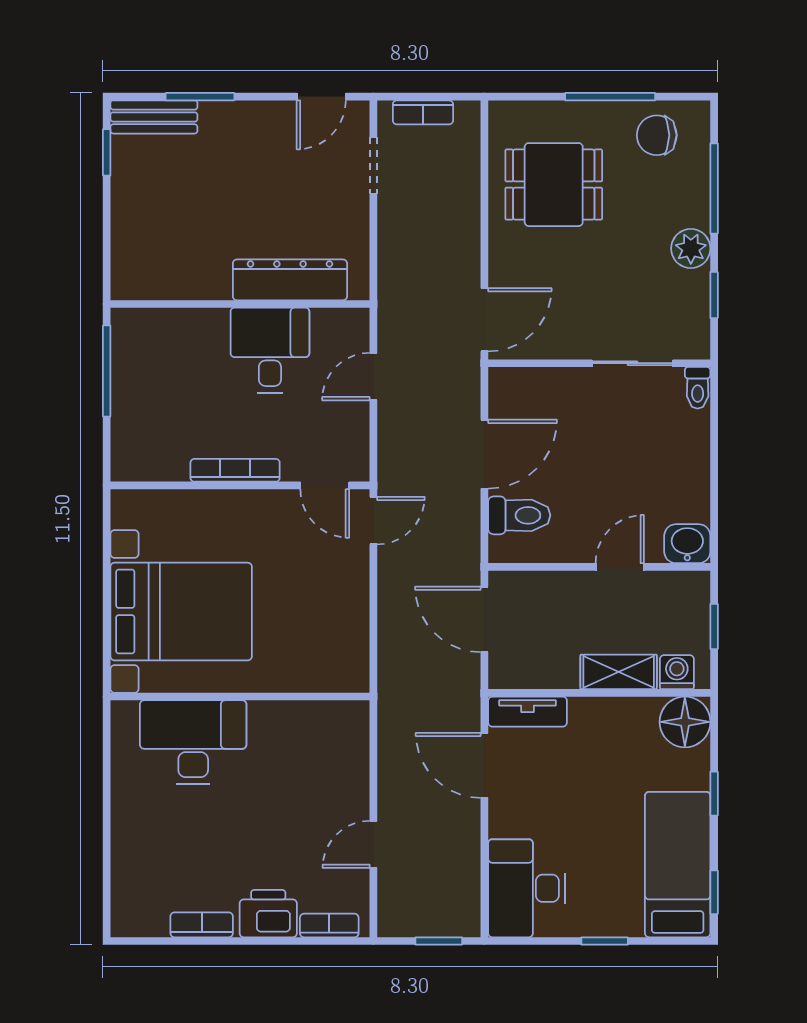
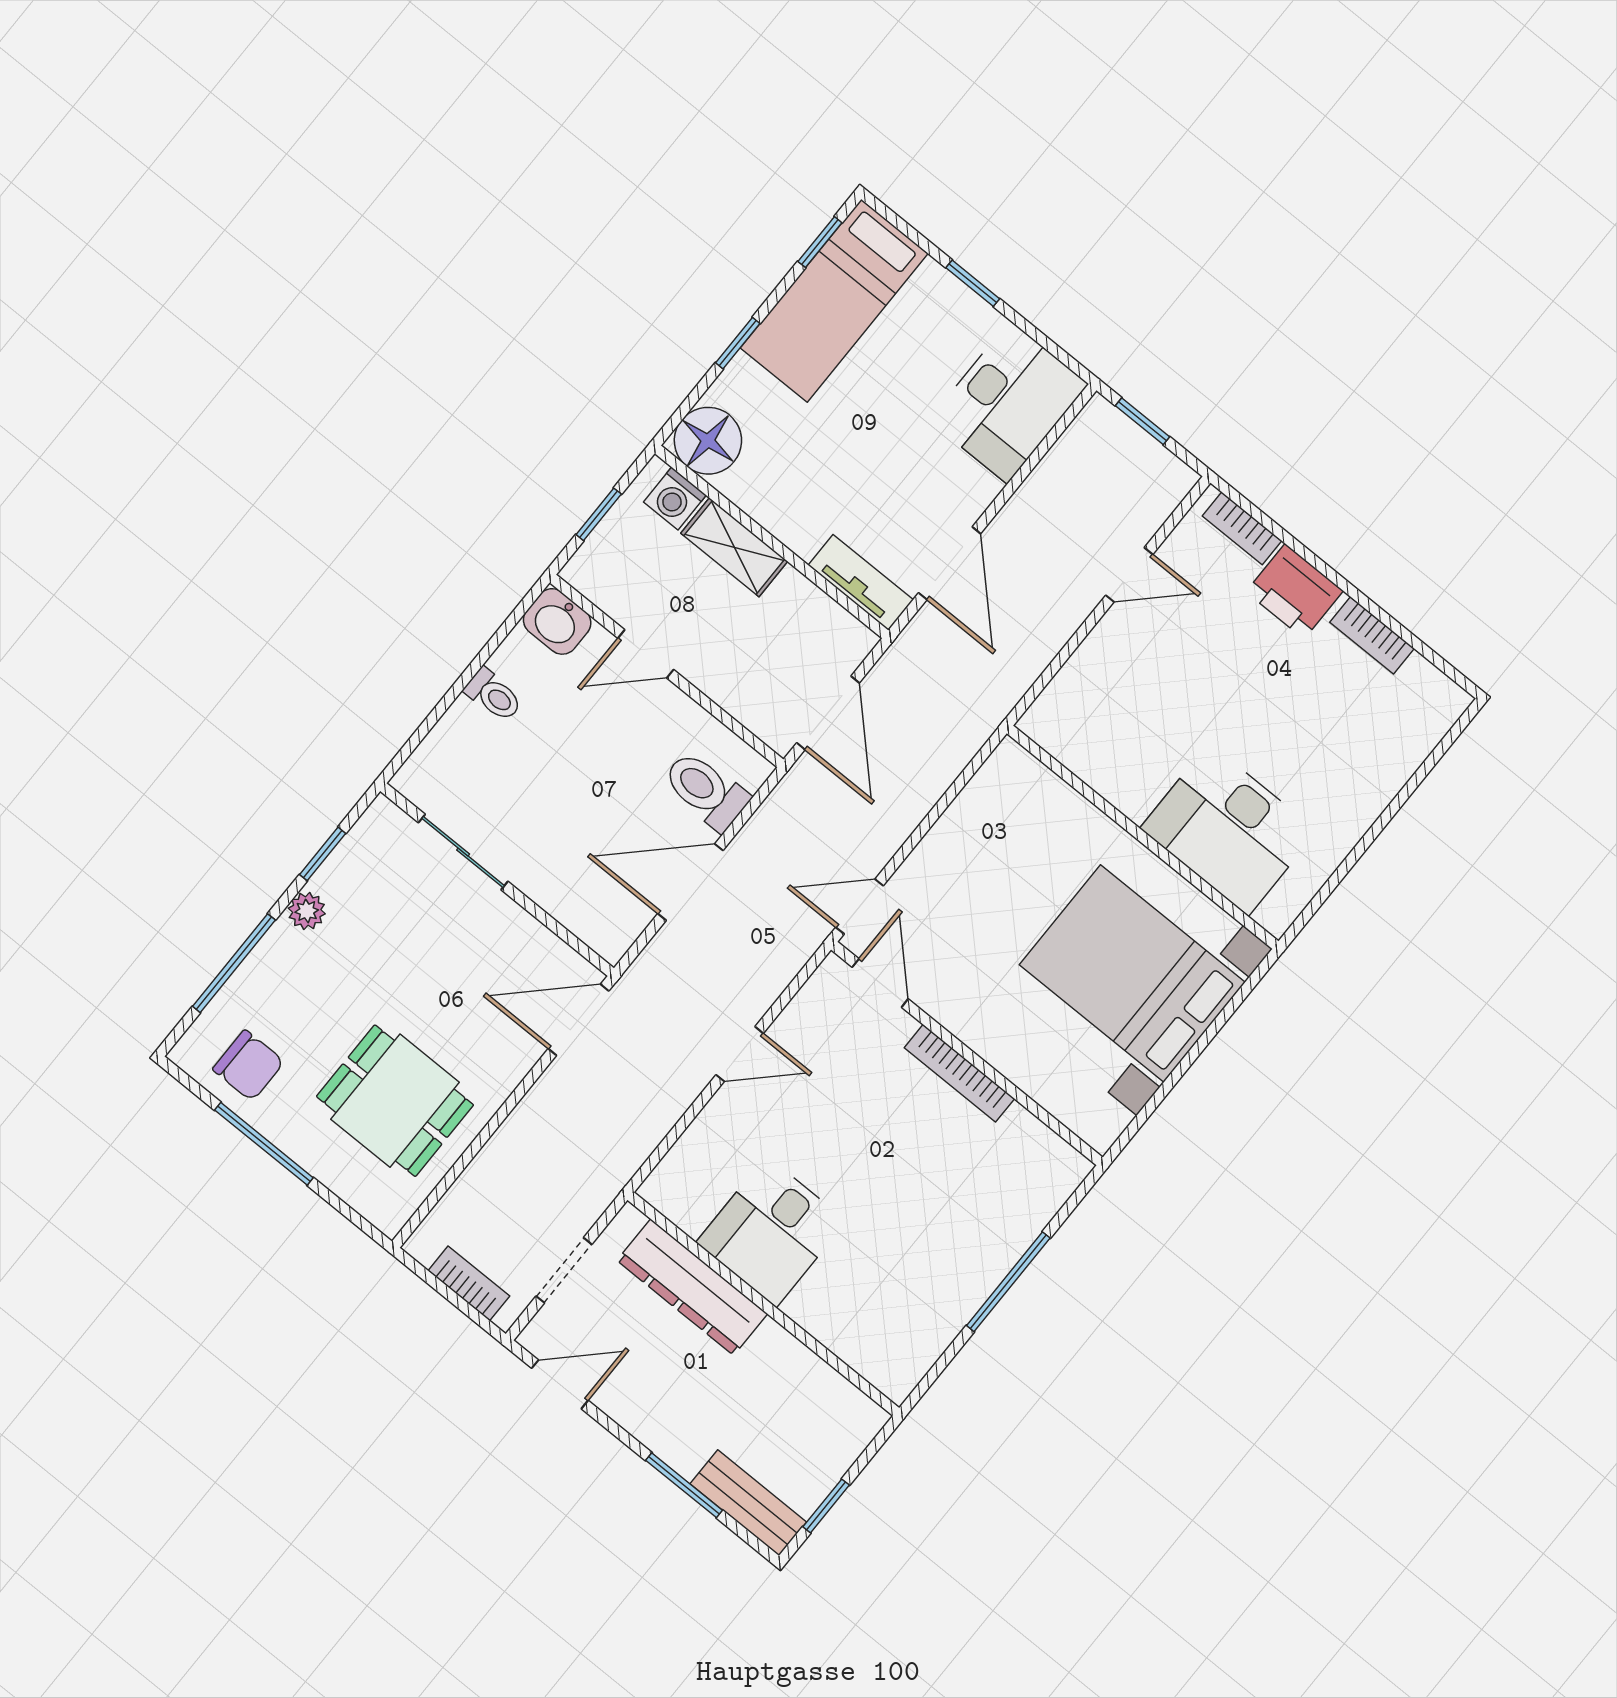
plant: (691, 249) -> (307, 911), width x0.73, depth x0.73
dresser: (290, 280) -> (692, 1287), moved
wall: (240, 304) -> (763, 1304), moved
desk: (270, 350) -> (771, 1232), moved
toilet: (698, 388) -> (493, 695), moved, turned 90

